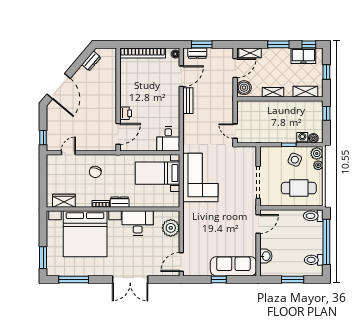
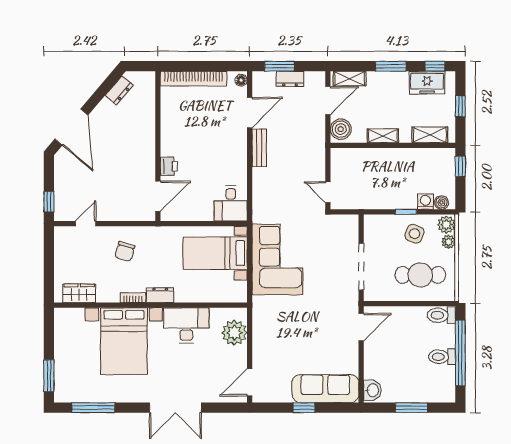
dresser: (197, 53) -> (290, 79), moved
bed with nightstands: (85, 234) -> (124, 341), width x0.73
washbasin: (266, 256) -> (372, 390), moved
toilet: (314, 260) -> (442, 357), moved

